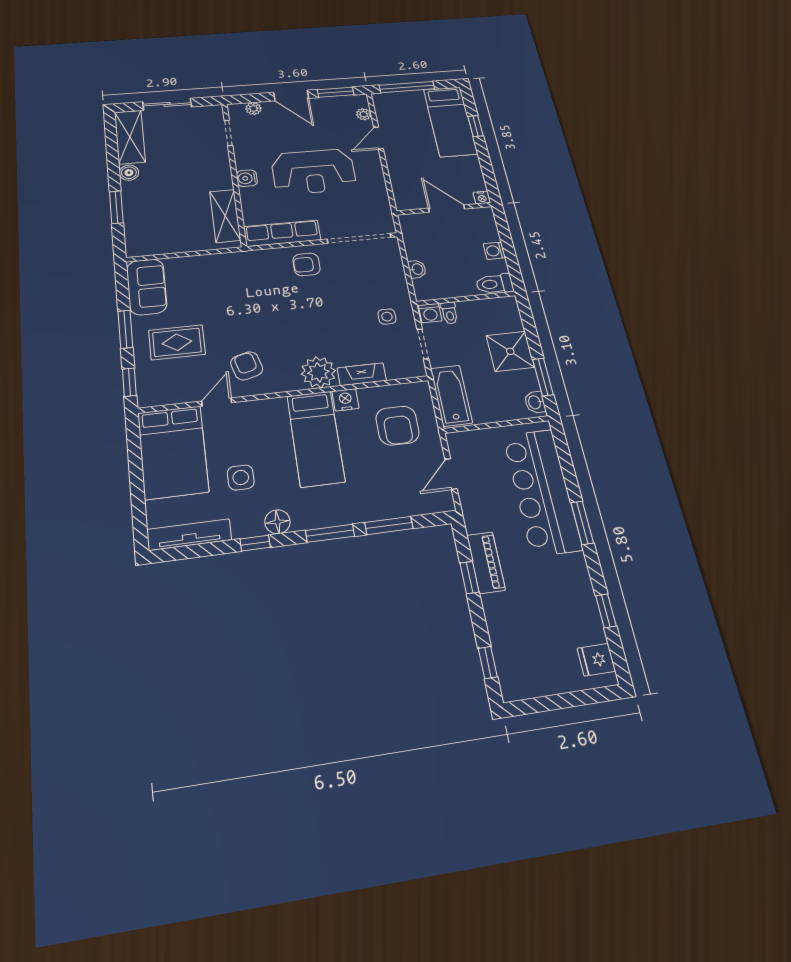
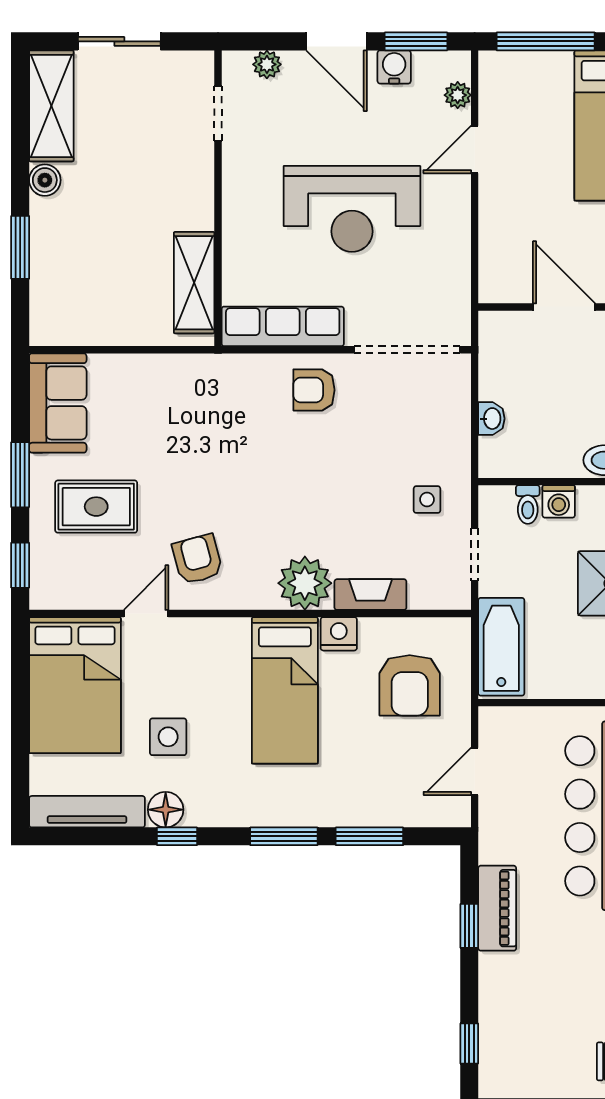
water cooler: (247, 178) -> (394, 67), moved, turned 90
washing machine: (430, 313) -> (559, 501), moved
floor lamp: (277, 522) -> (166, 810), moved

